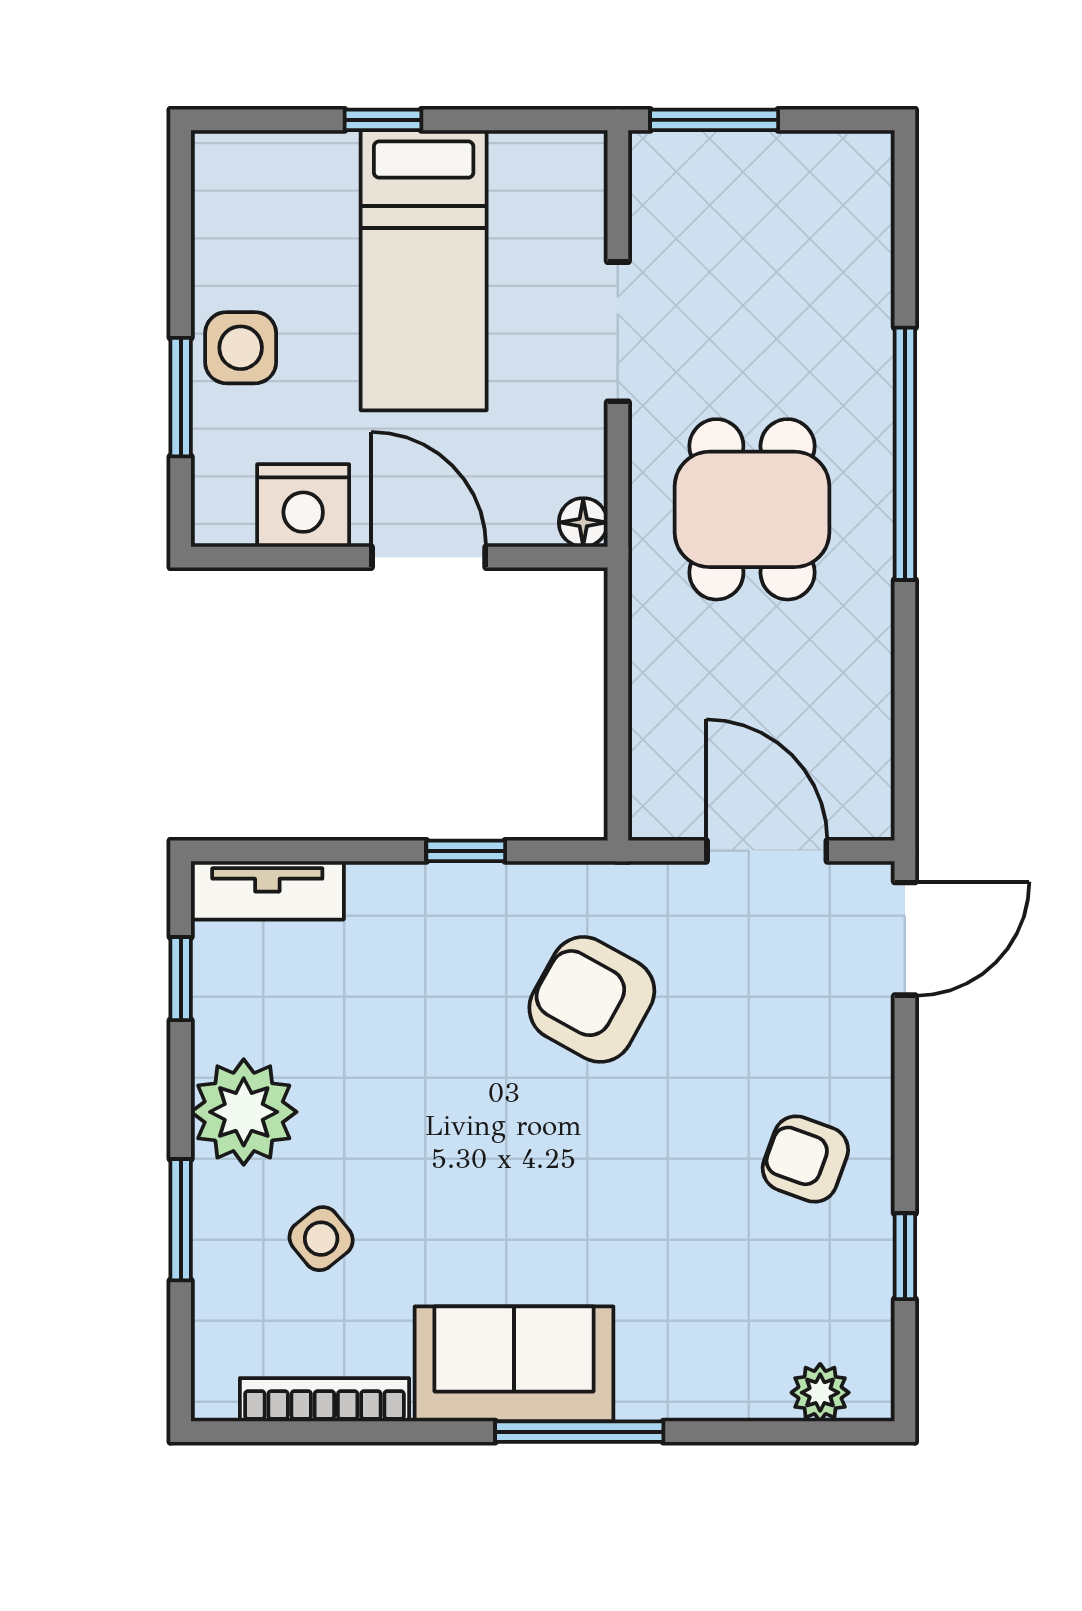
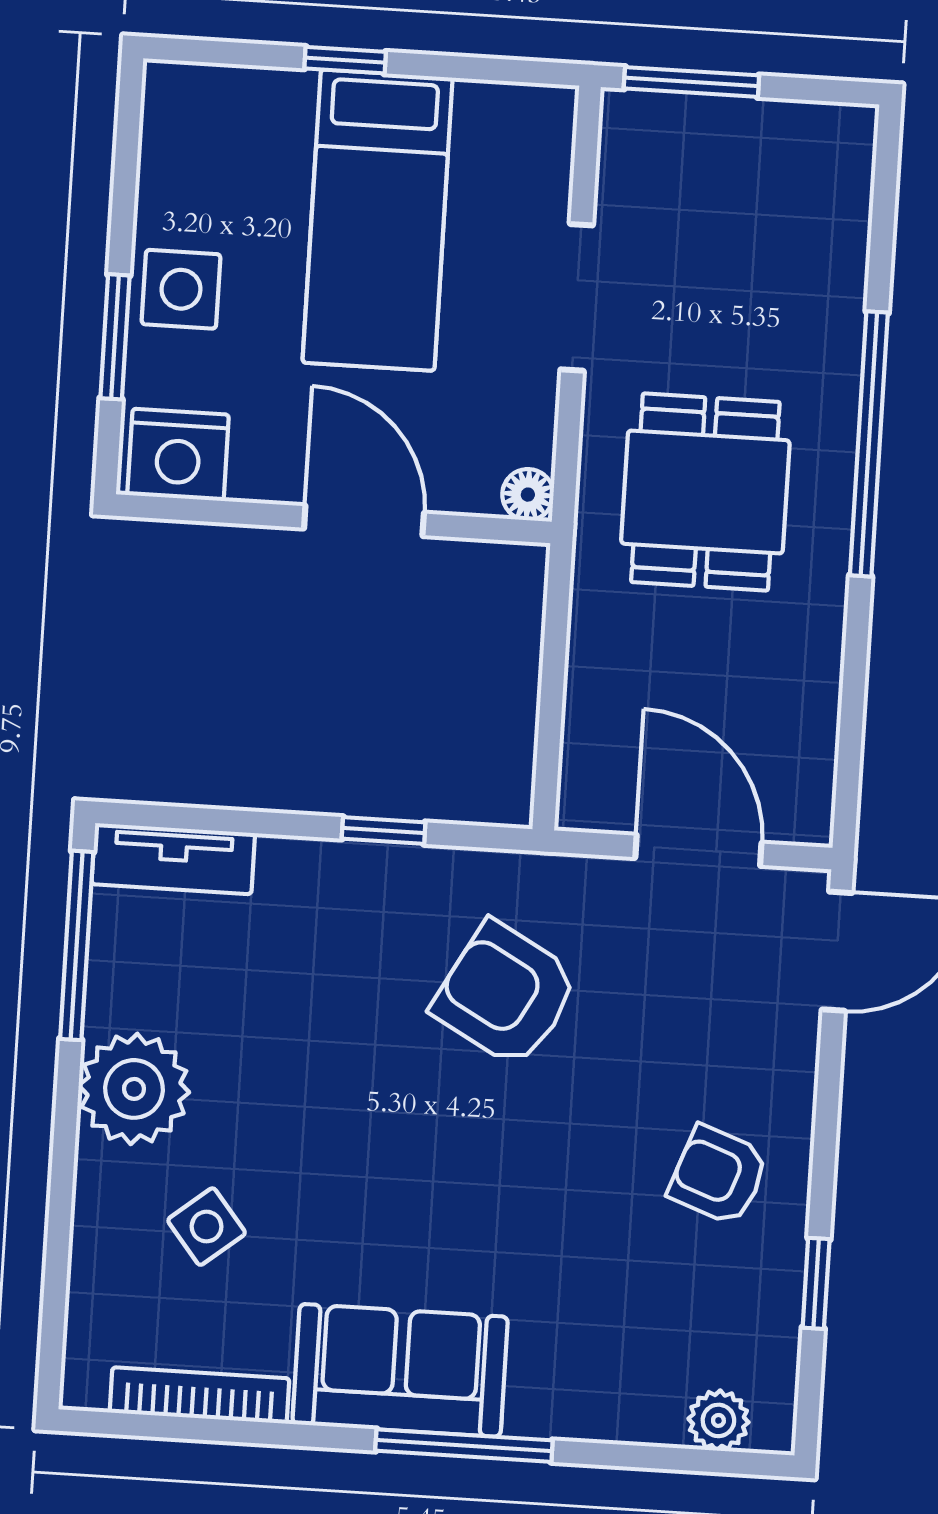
nightstand: (303, 506) -> (178, 455), moved
window: (181, 979) -> (77, 945), width x2.17
window: (181, 1220) -> (61, 1198), removed

